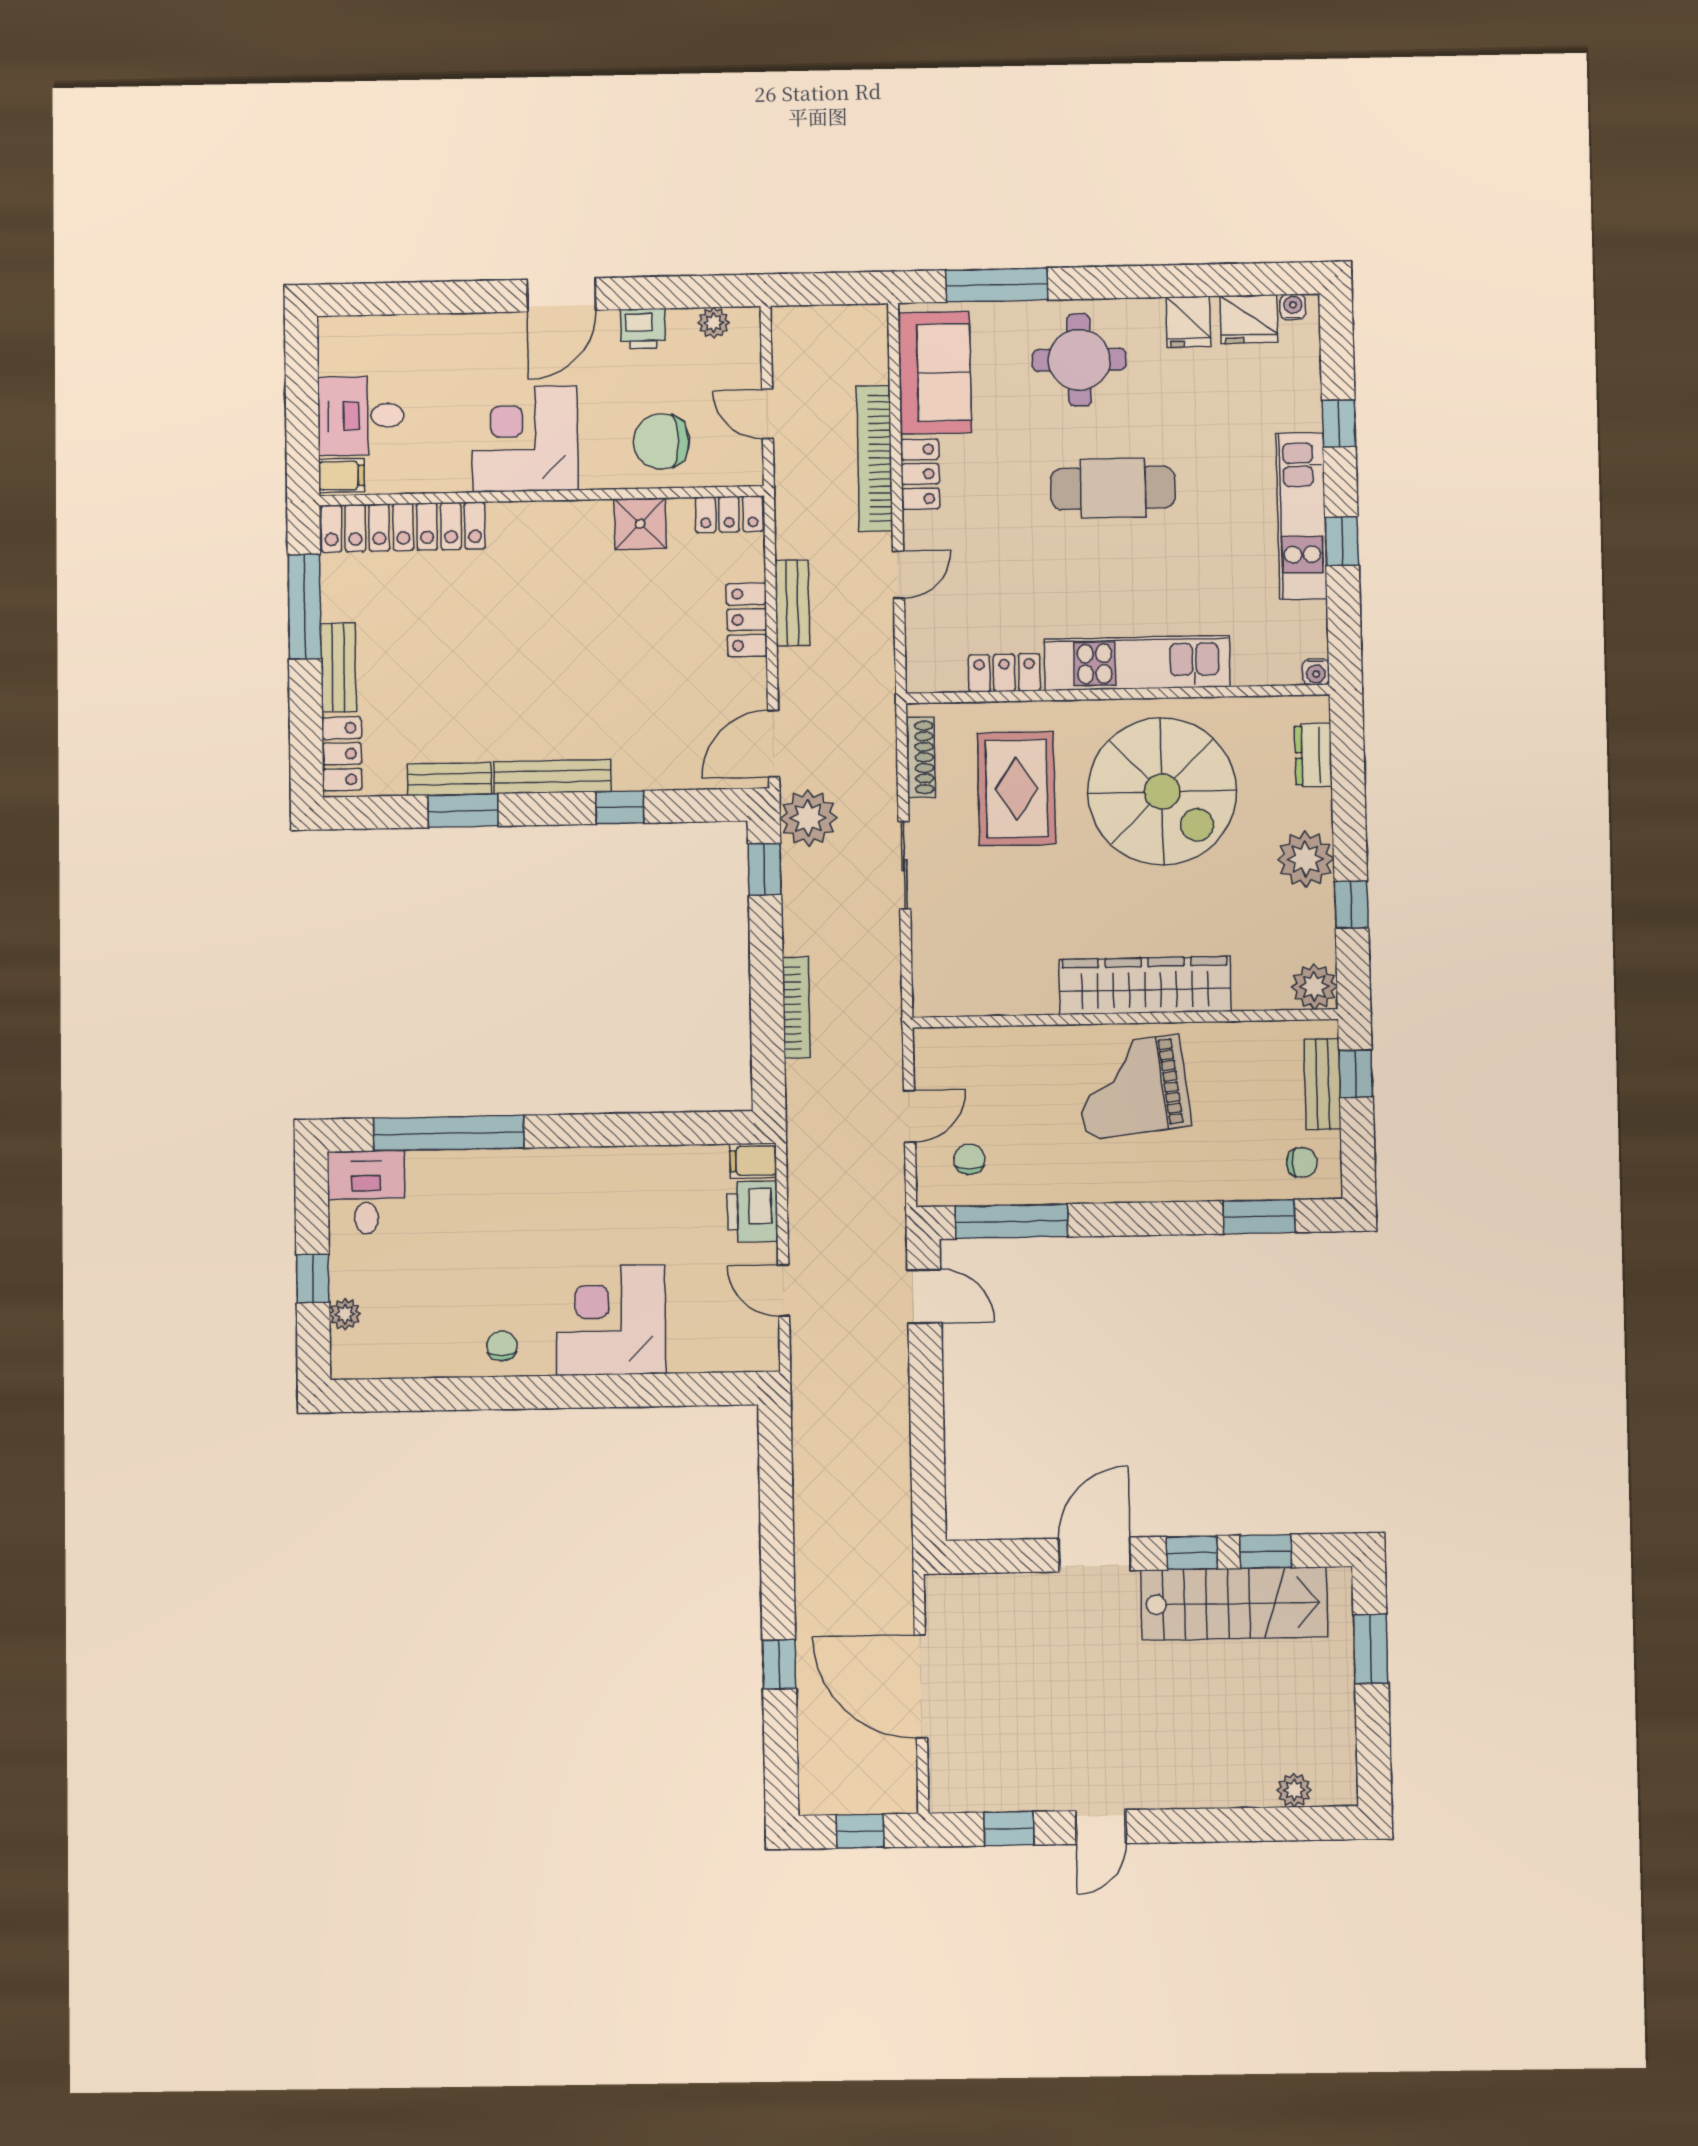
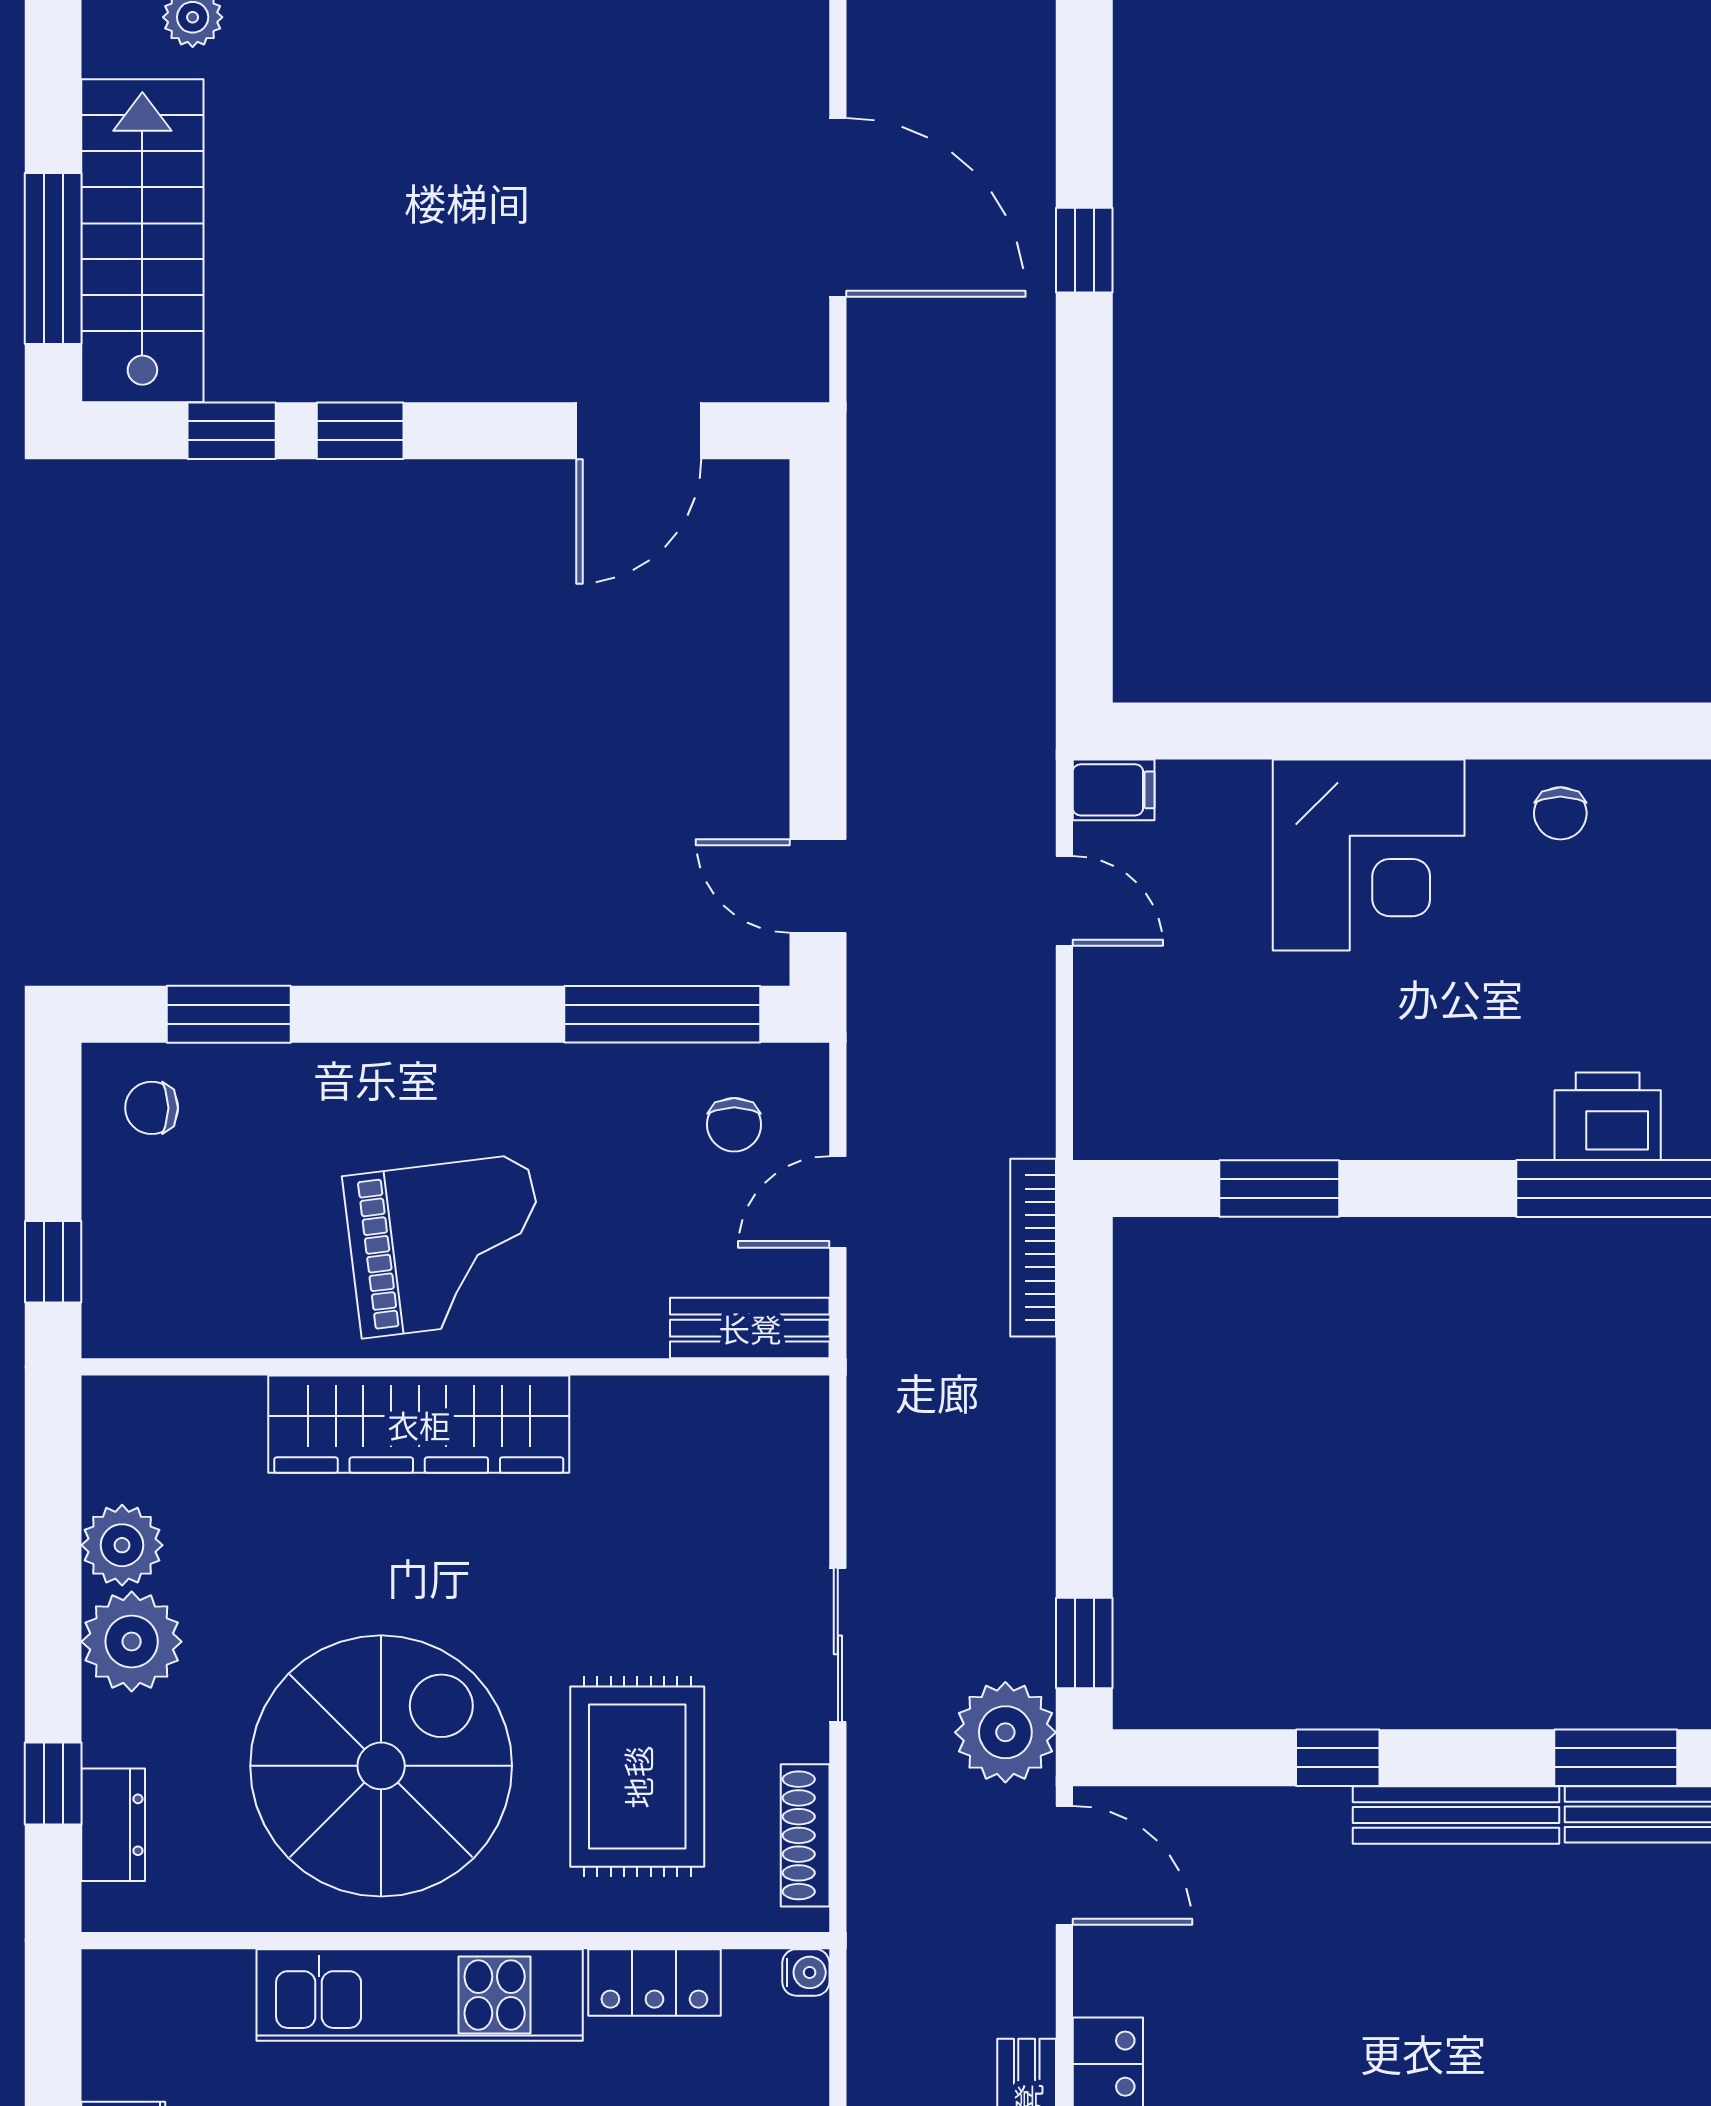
water cooler: (1316, 672) -> (806, 1972), moved, turned 90
door: (774, 744) -> (1064, 1865), hinge flipped
spiral stairs: (1162, 792) -> (381, 1766), turned 90
window: (1351, 904) -> (53, 1784), moved
plant: (1314, 987) -> (122, 1545), moved
bookcase: (796, 1008) -> (1033, 1248), moved
bench: (1323, 1084) -> (750, 1328), moved, turned 90
window: (658, 1129) -> (1279, 1188), added
filing cabinet: (753, 1161) -> (1114, 790), moved
printer: (752, 1212) -> (1608, 1116), moved, turned -90
door: (1095, 1555) -> (639, 431), moved
stairs: (1234, 1604) -> (142, 241), moved, turned 90
window: (1371, 1649) -> (53, 258), width x1.44

